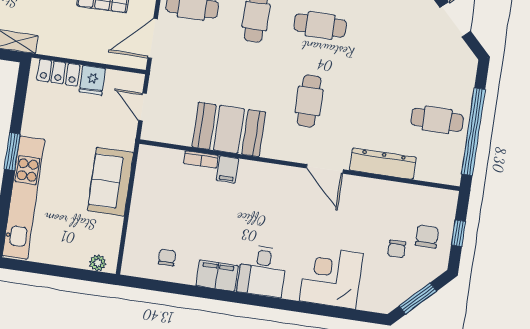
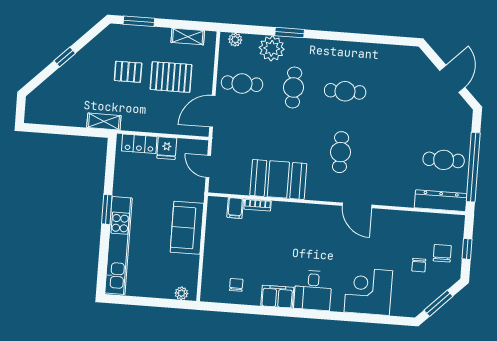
dresser: (383, 164) -> (441, 201), moved
filing cabinet: (227, 169) -> (235, 208), moved

